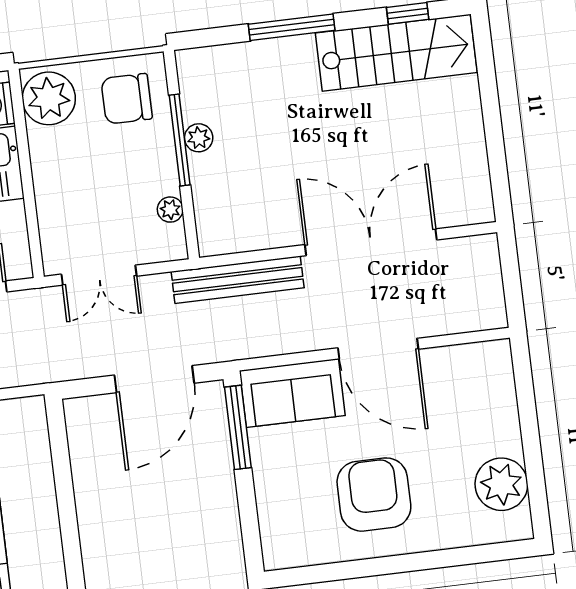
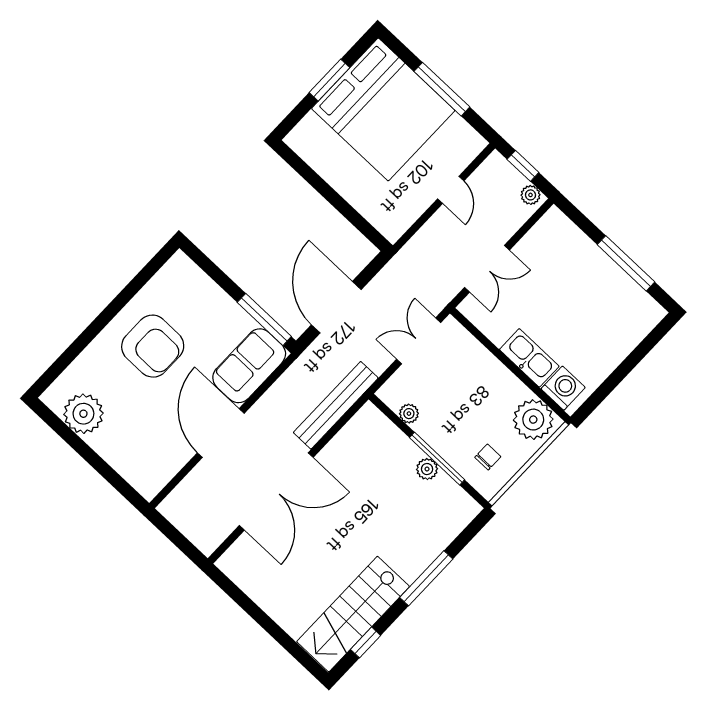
chair: (127, 99) -> (488, 457), width x0.54, depth x0.54
door: (378, 349) -> (221, 433), hinge flipped

